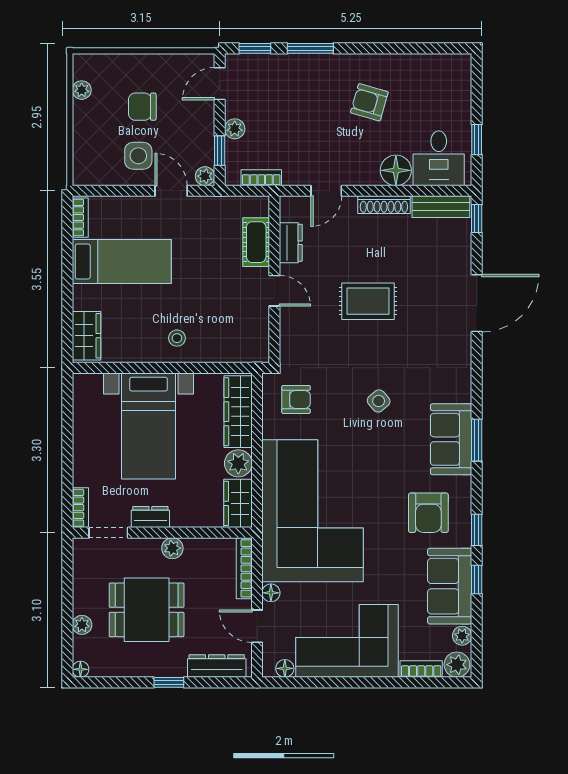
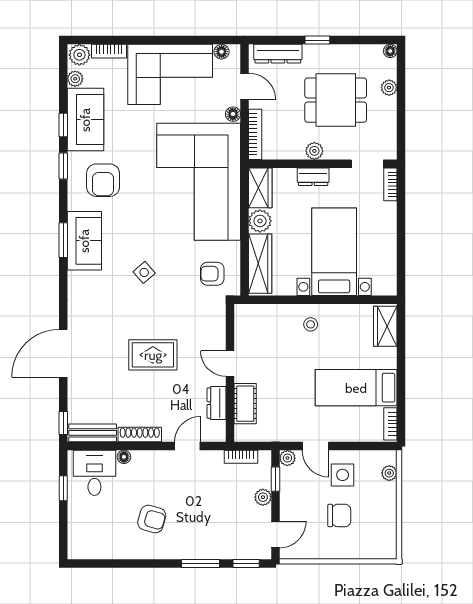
plant: (82, 90) -> (389, 473), moved
floor lamp: (396, 170) -> (124, 457), width x0.53, depth x0.53
armchair: (428, 513) -> (103, 180), turned 180
dresser: (150, 517) -> (313, 177), moved

